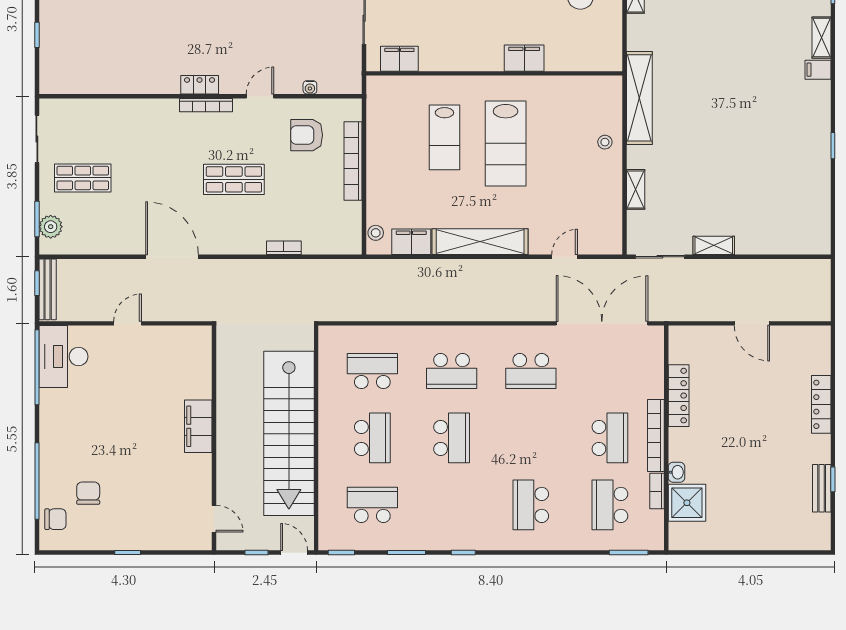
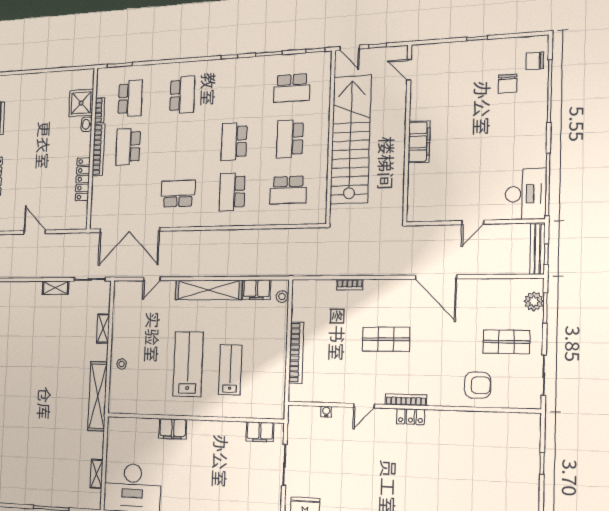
armchair: (307, 135) -> (478, 385), moved
school desk: (452, 371) -> (232, 192), turned -90

